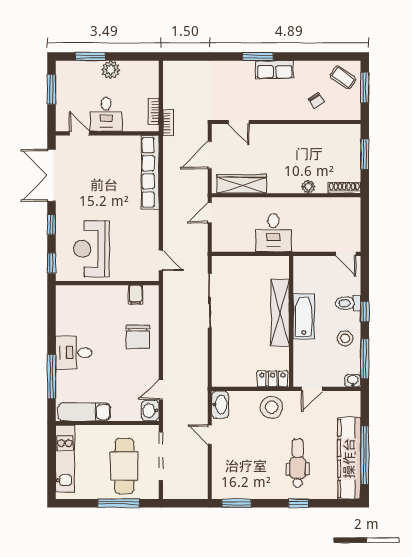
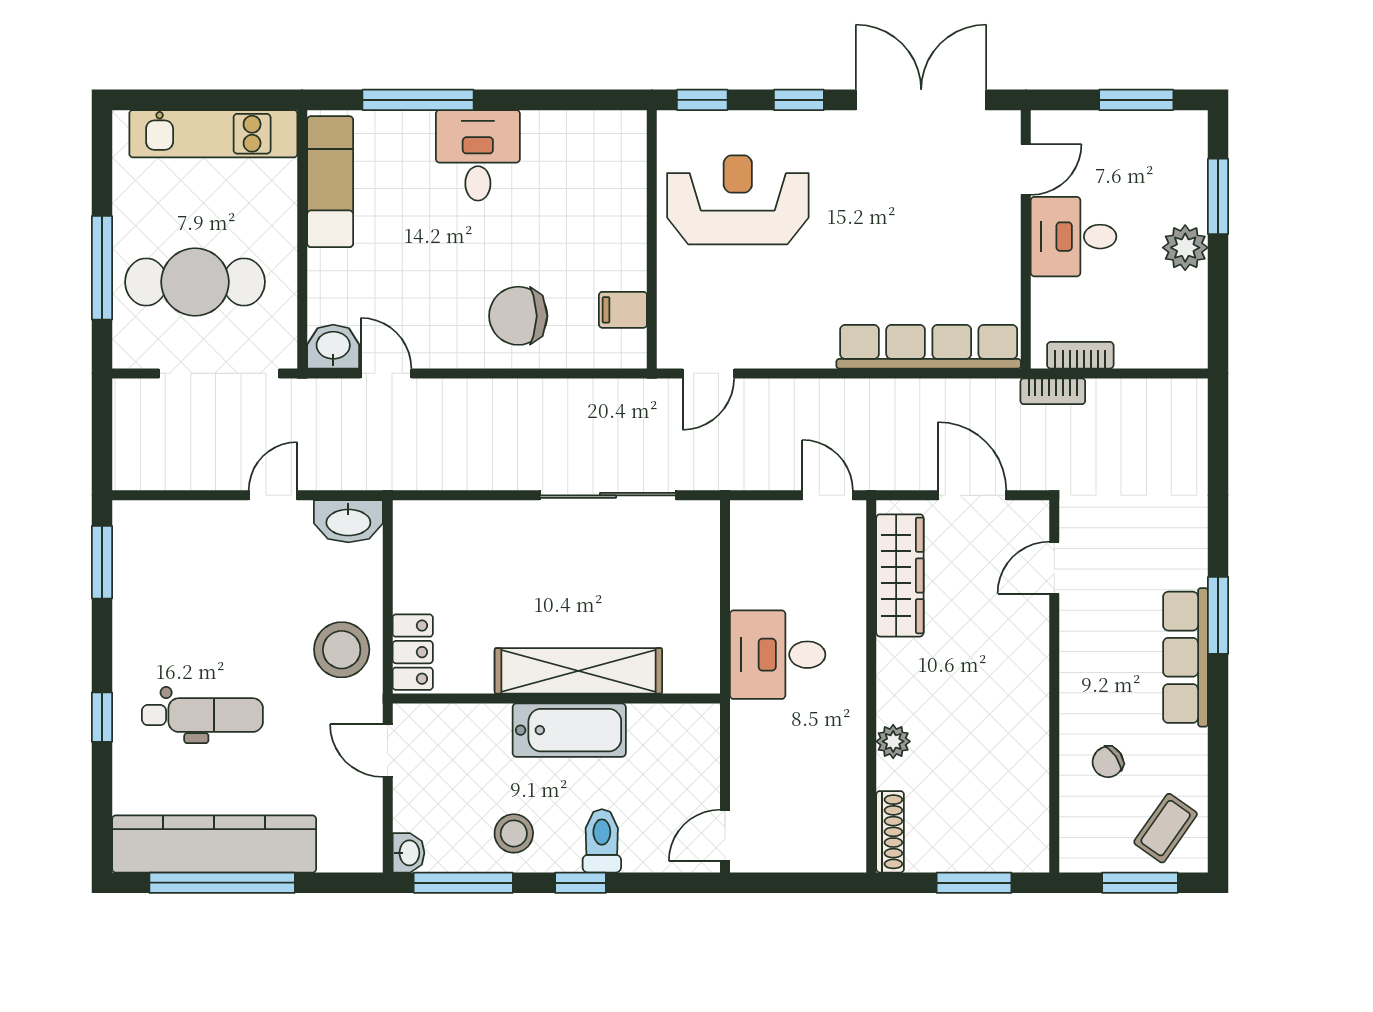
row of seats: (275, 70) -> (1185, 657), width x1.48

